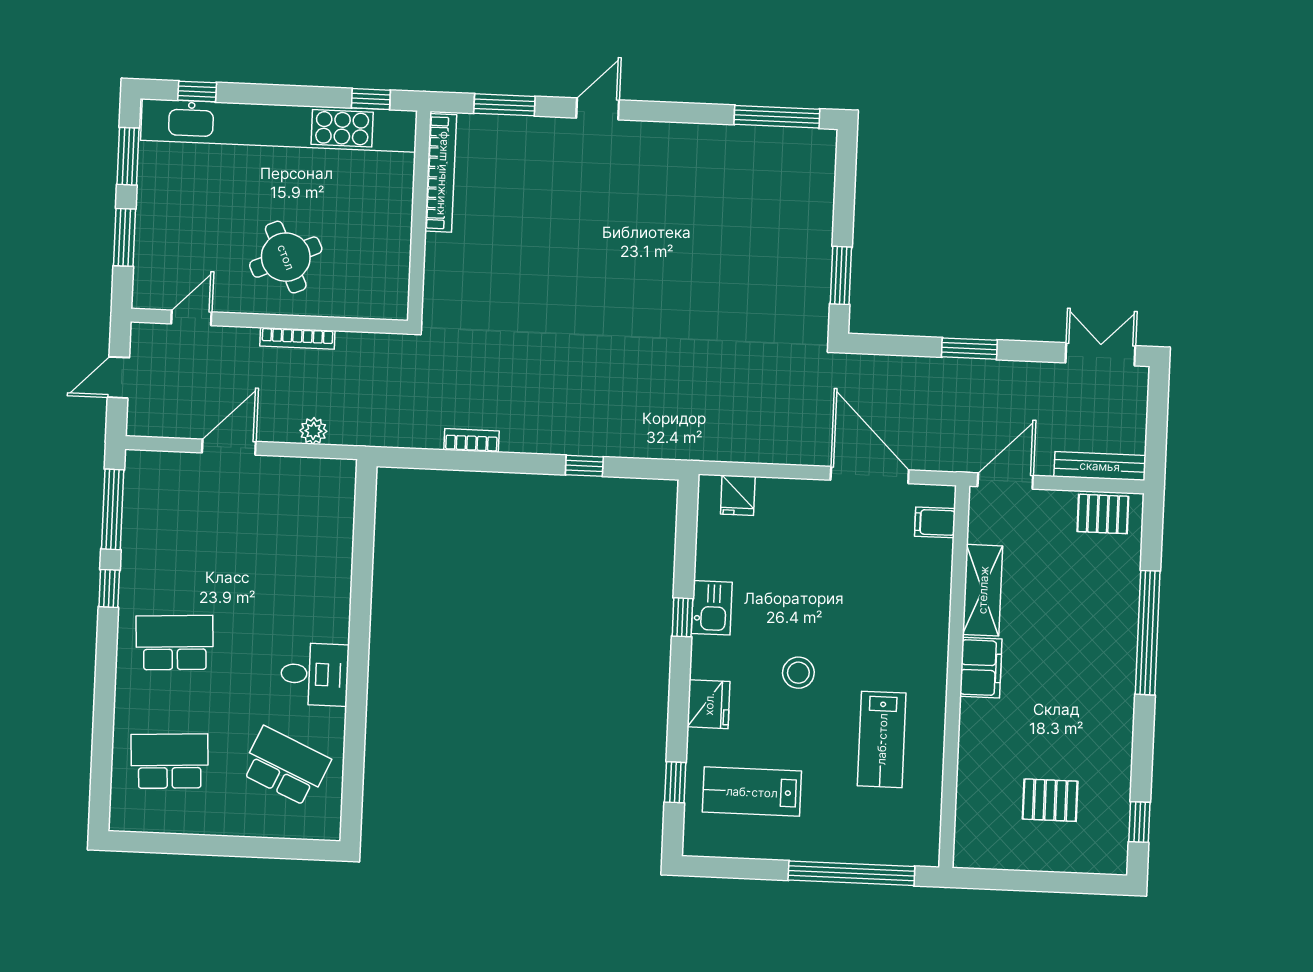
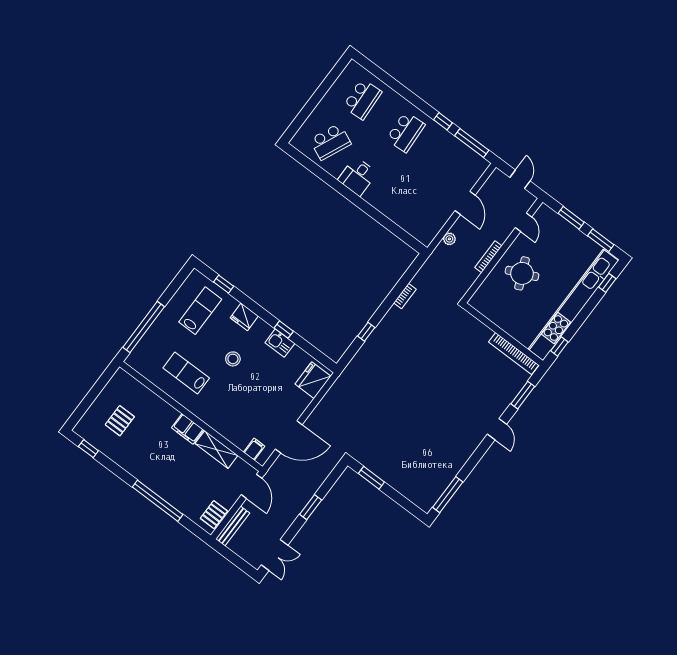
fridge: (738, 495) -> (313, 380), width x1.88, depth x1.34

